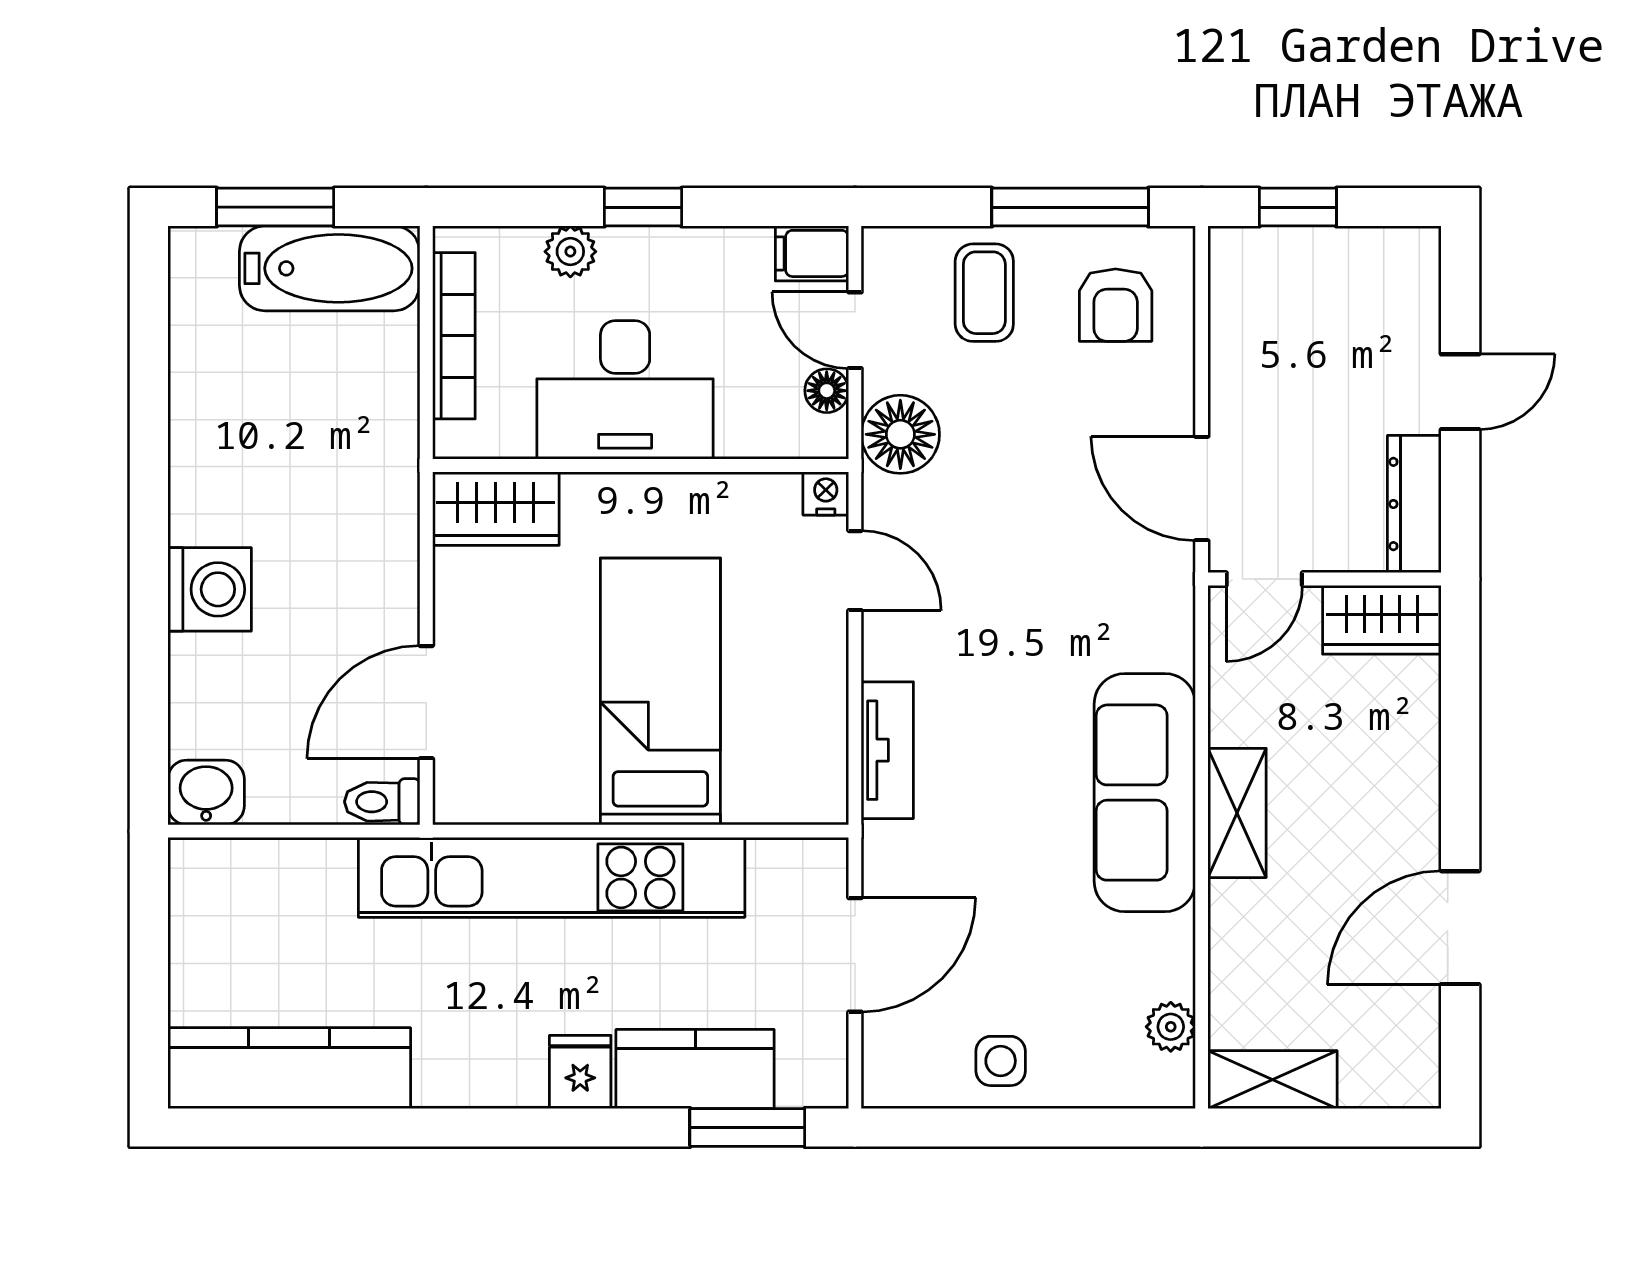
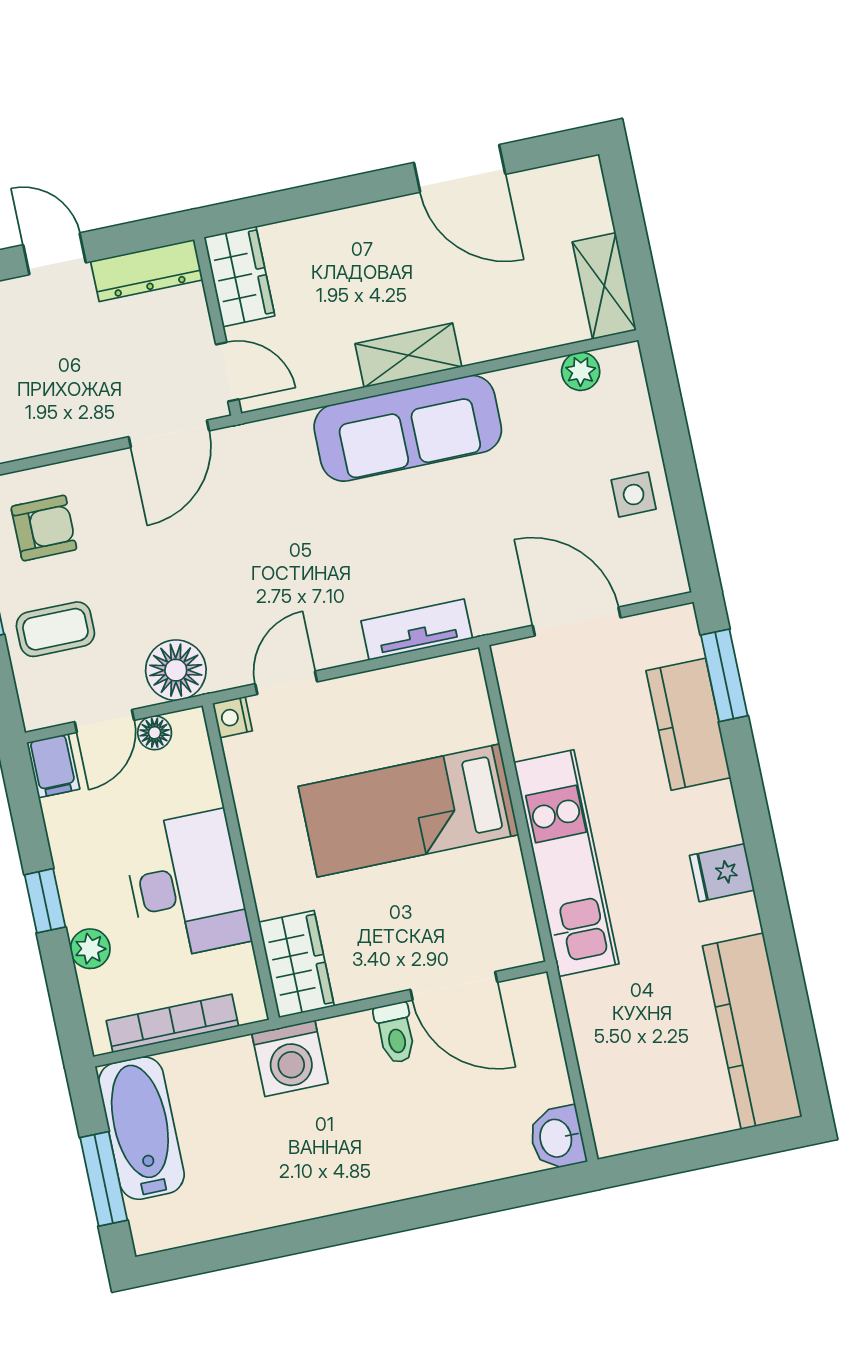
washing machine: (210, 589) -> (290, 1058), moved, turned 180
toilet: (382, 802) -> (395, 1033), moved
kitchen unit: (552, 877) -> (566, 863), width x0.73
fridge: (580, 1072) -> (722, 873), moved

